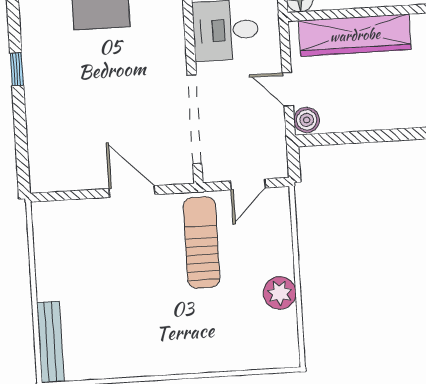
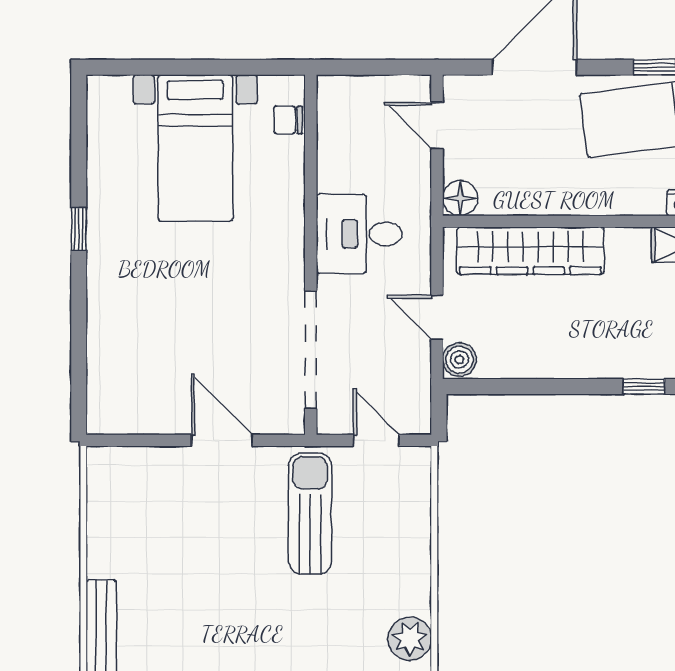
window: (17, 69) -> (79, 229), moved
door: (248, 184) -> (376, 440), swing flipped
plant: (280, 293) -> (410, 639), moved

